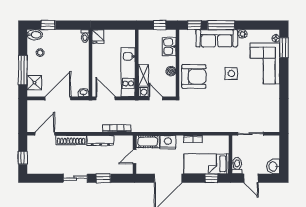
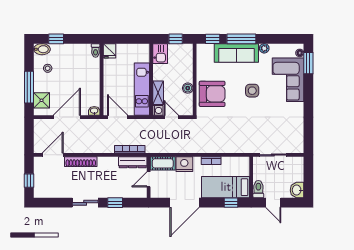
kitchen sink: (169, 47) -> (160, 54), moved, turned 180
dresser: (100, 141) -> (133, 162), moved

